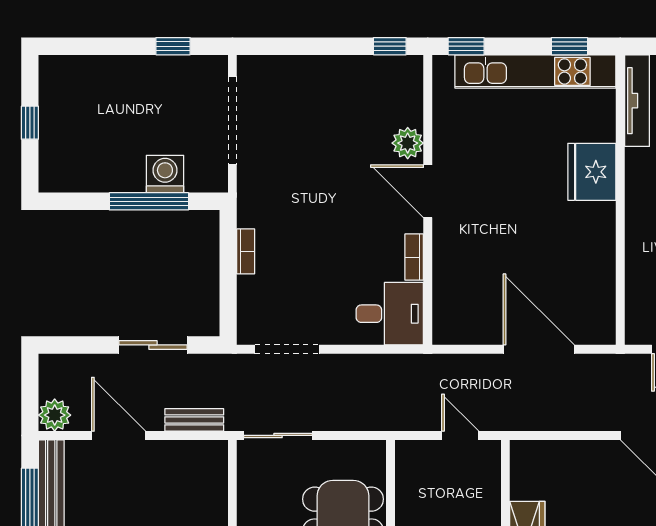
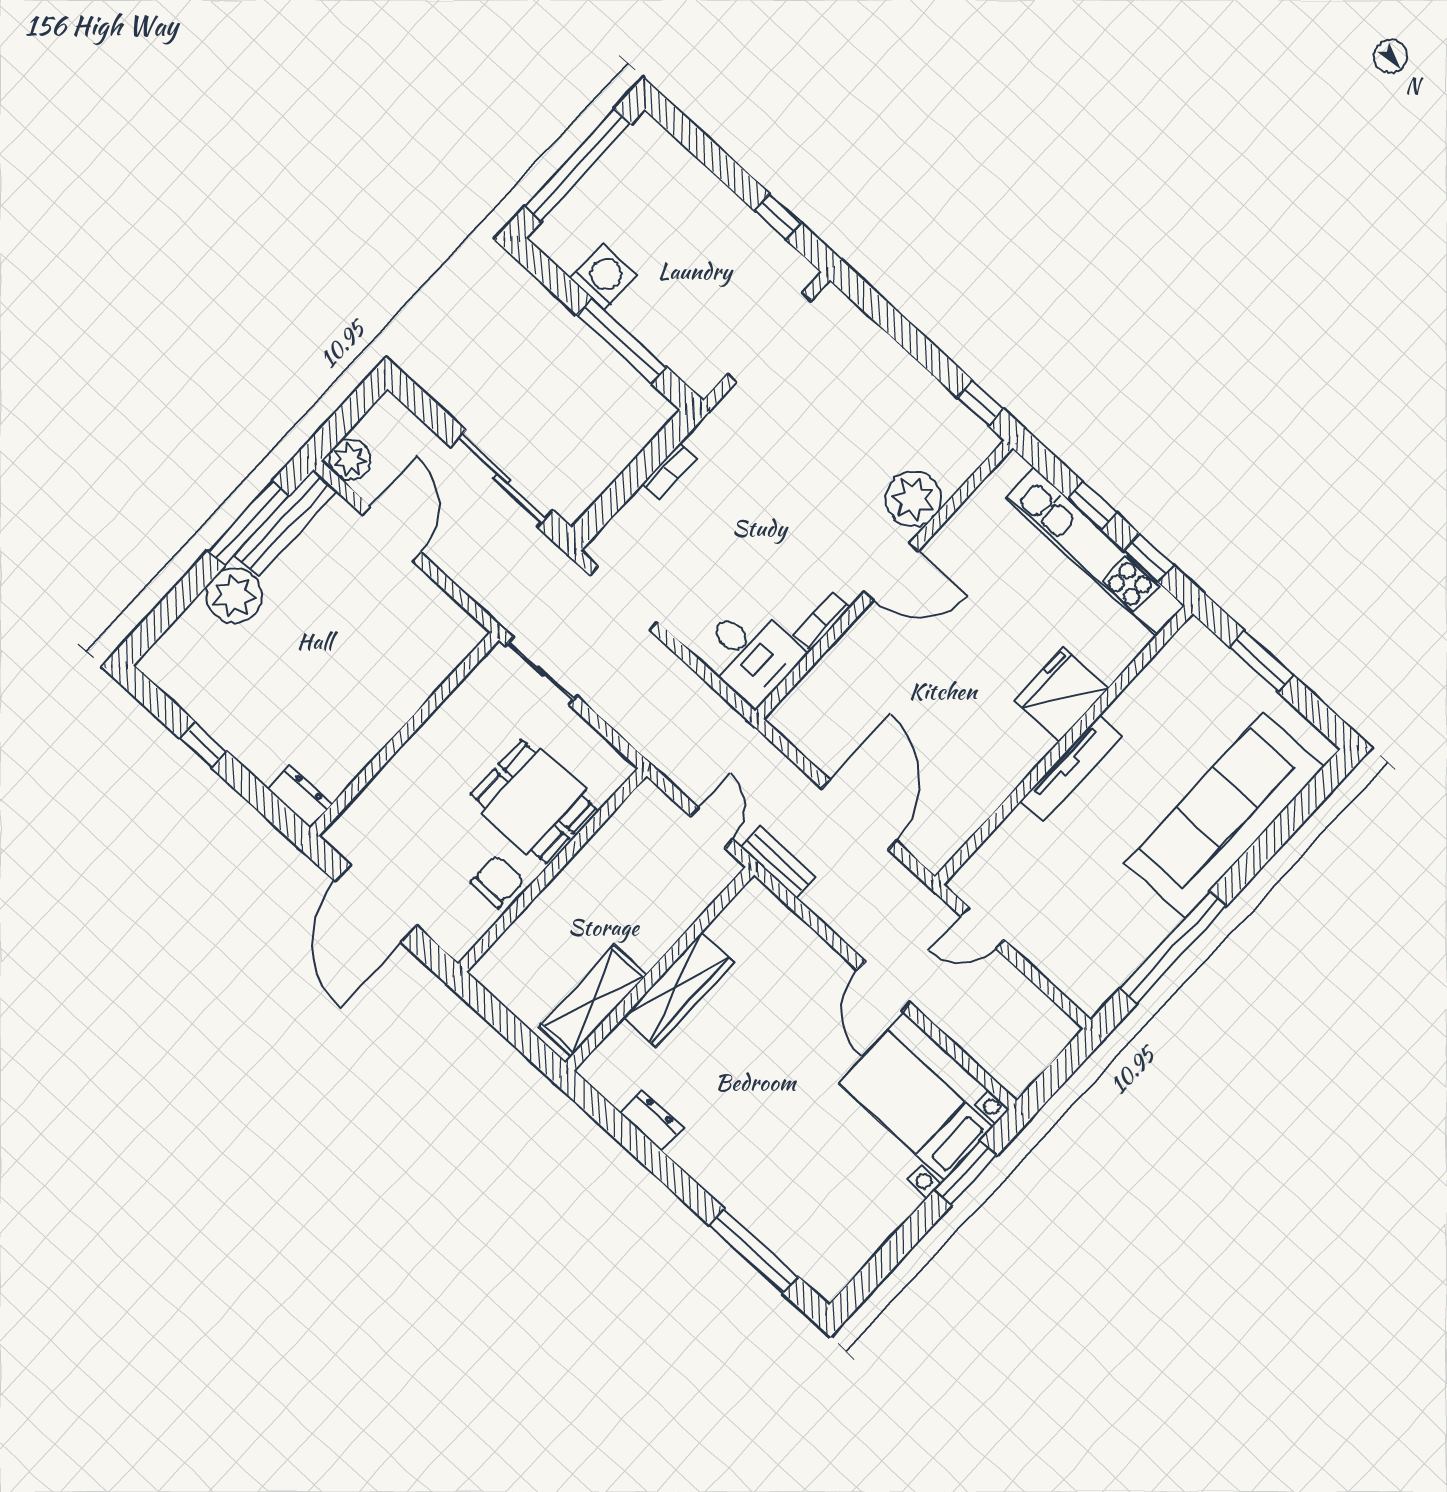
window: (466, 46) -> (1092, 506), moved
tv unit: (637, 101) -> (1072, 768), moved
window: (30, 123) -> (578, 165), width x3.17
plant: (408, 143) -> (913, 499), width x1.36, depth x1.36
washing machine: (165, 174) -> (604, 277), moved
door: (428, 191) -> (891, 571), swing flipped
sliding door: (153, 345) -> (502, 479), width x1.37
bench: (194, 420) -> (778, 862), moved

